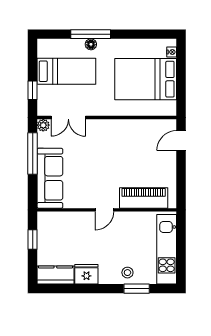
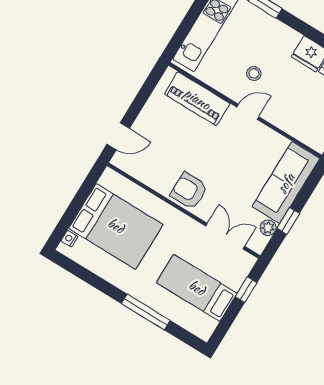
floor lamp: (91, 44) -> (152, 301), removed
plant: (43, 125) -> (268, 228), moved
armchair: (111, 133) -> (189, 191), added
window: (33, 154) -> (288, 221), width x0.46
stool: (127, 273) -> (254, 74), moved

